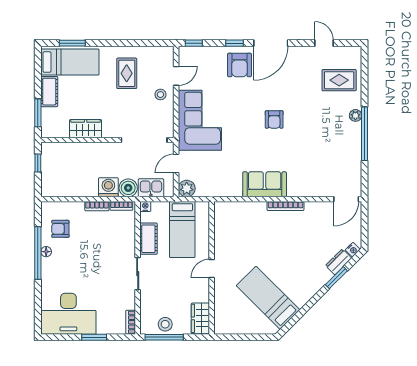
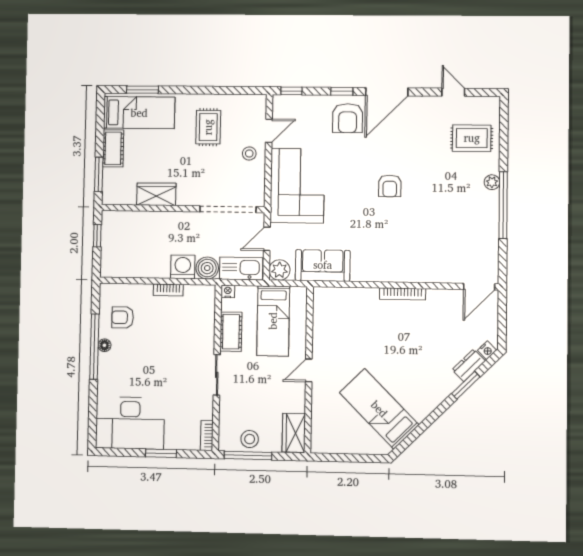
sofa: (265, 184) -> (323, 265), moved
kitchen sink: (151, 188) -> (241, 268), width x1.38
bookcase: (121, 206) -> (198, 290), removed

